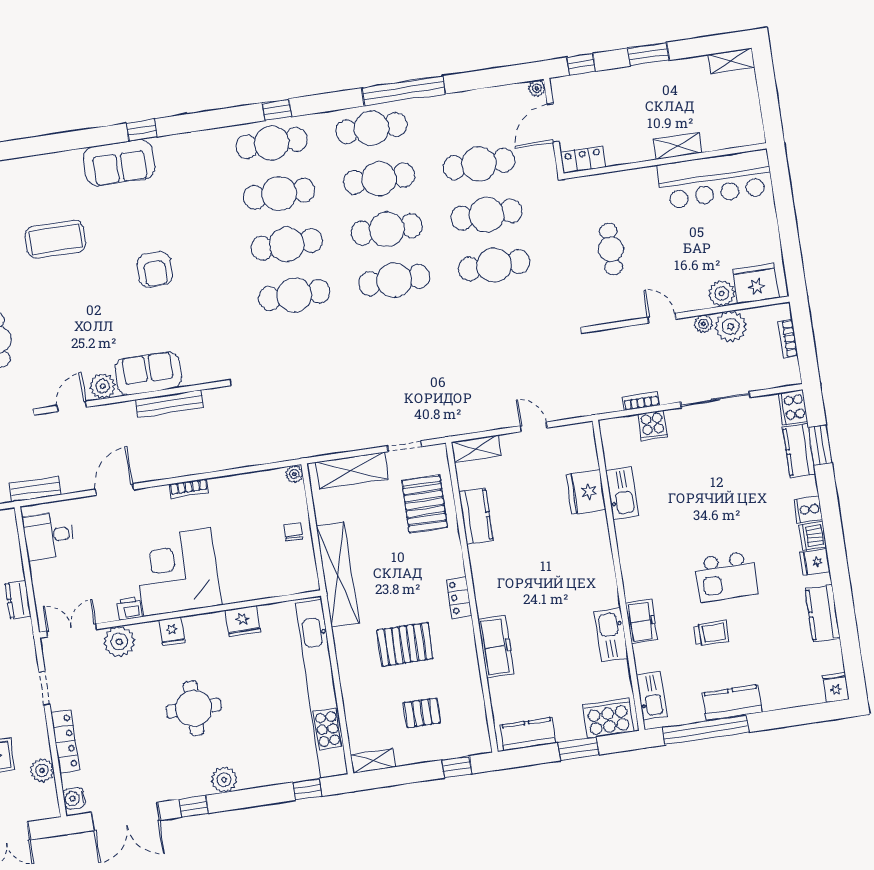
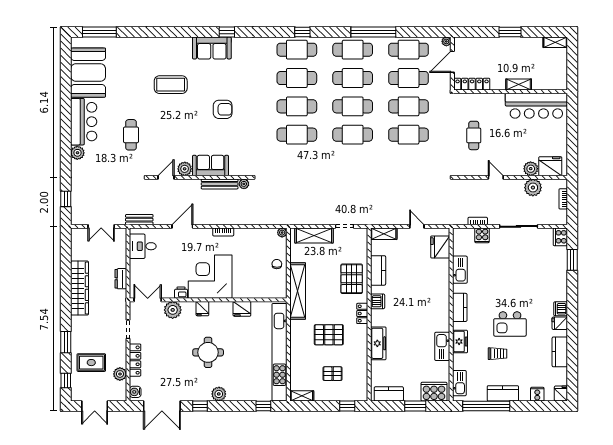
window: (581, 64) -> (473, 32), removed
cafe table: (471, 113) -> (409, 50), added
locker: (583, 160) -> (472, 84), width x1.53
armchair: (155, 270) -> (223, 109), turned -90
plant: (703, 324) -> (244, 184), moved
kitchen counter: (799, 450) -> (460, 307), moved, turned 180
fridge: (586, 492) -> (440, 247), moved
pallet: (424, 504) -> (352, 279), moved
cooker: (808, 510) -> (537, 394), moved, turned 90
dishwasher: (483, 572) -> (378, 301), added

